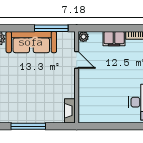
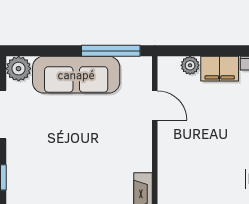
plant: (83, 37) -> (190, 65), moved

